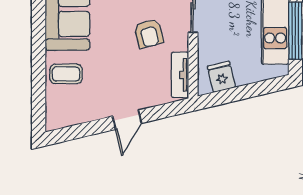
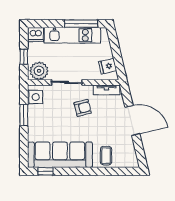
door: (127, 120) -> (132, 120), width x1.88

